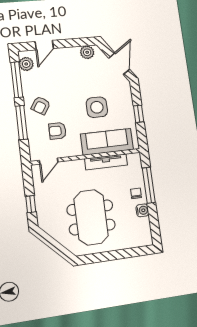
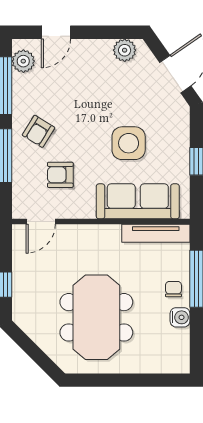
tv unit: (106, 162) -> (156, 233), moved

